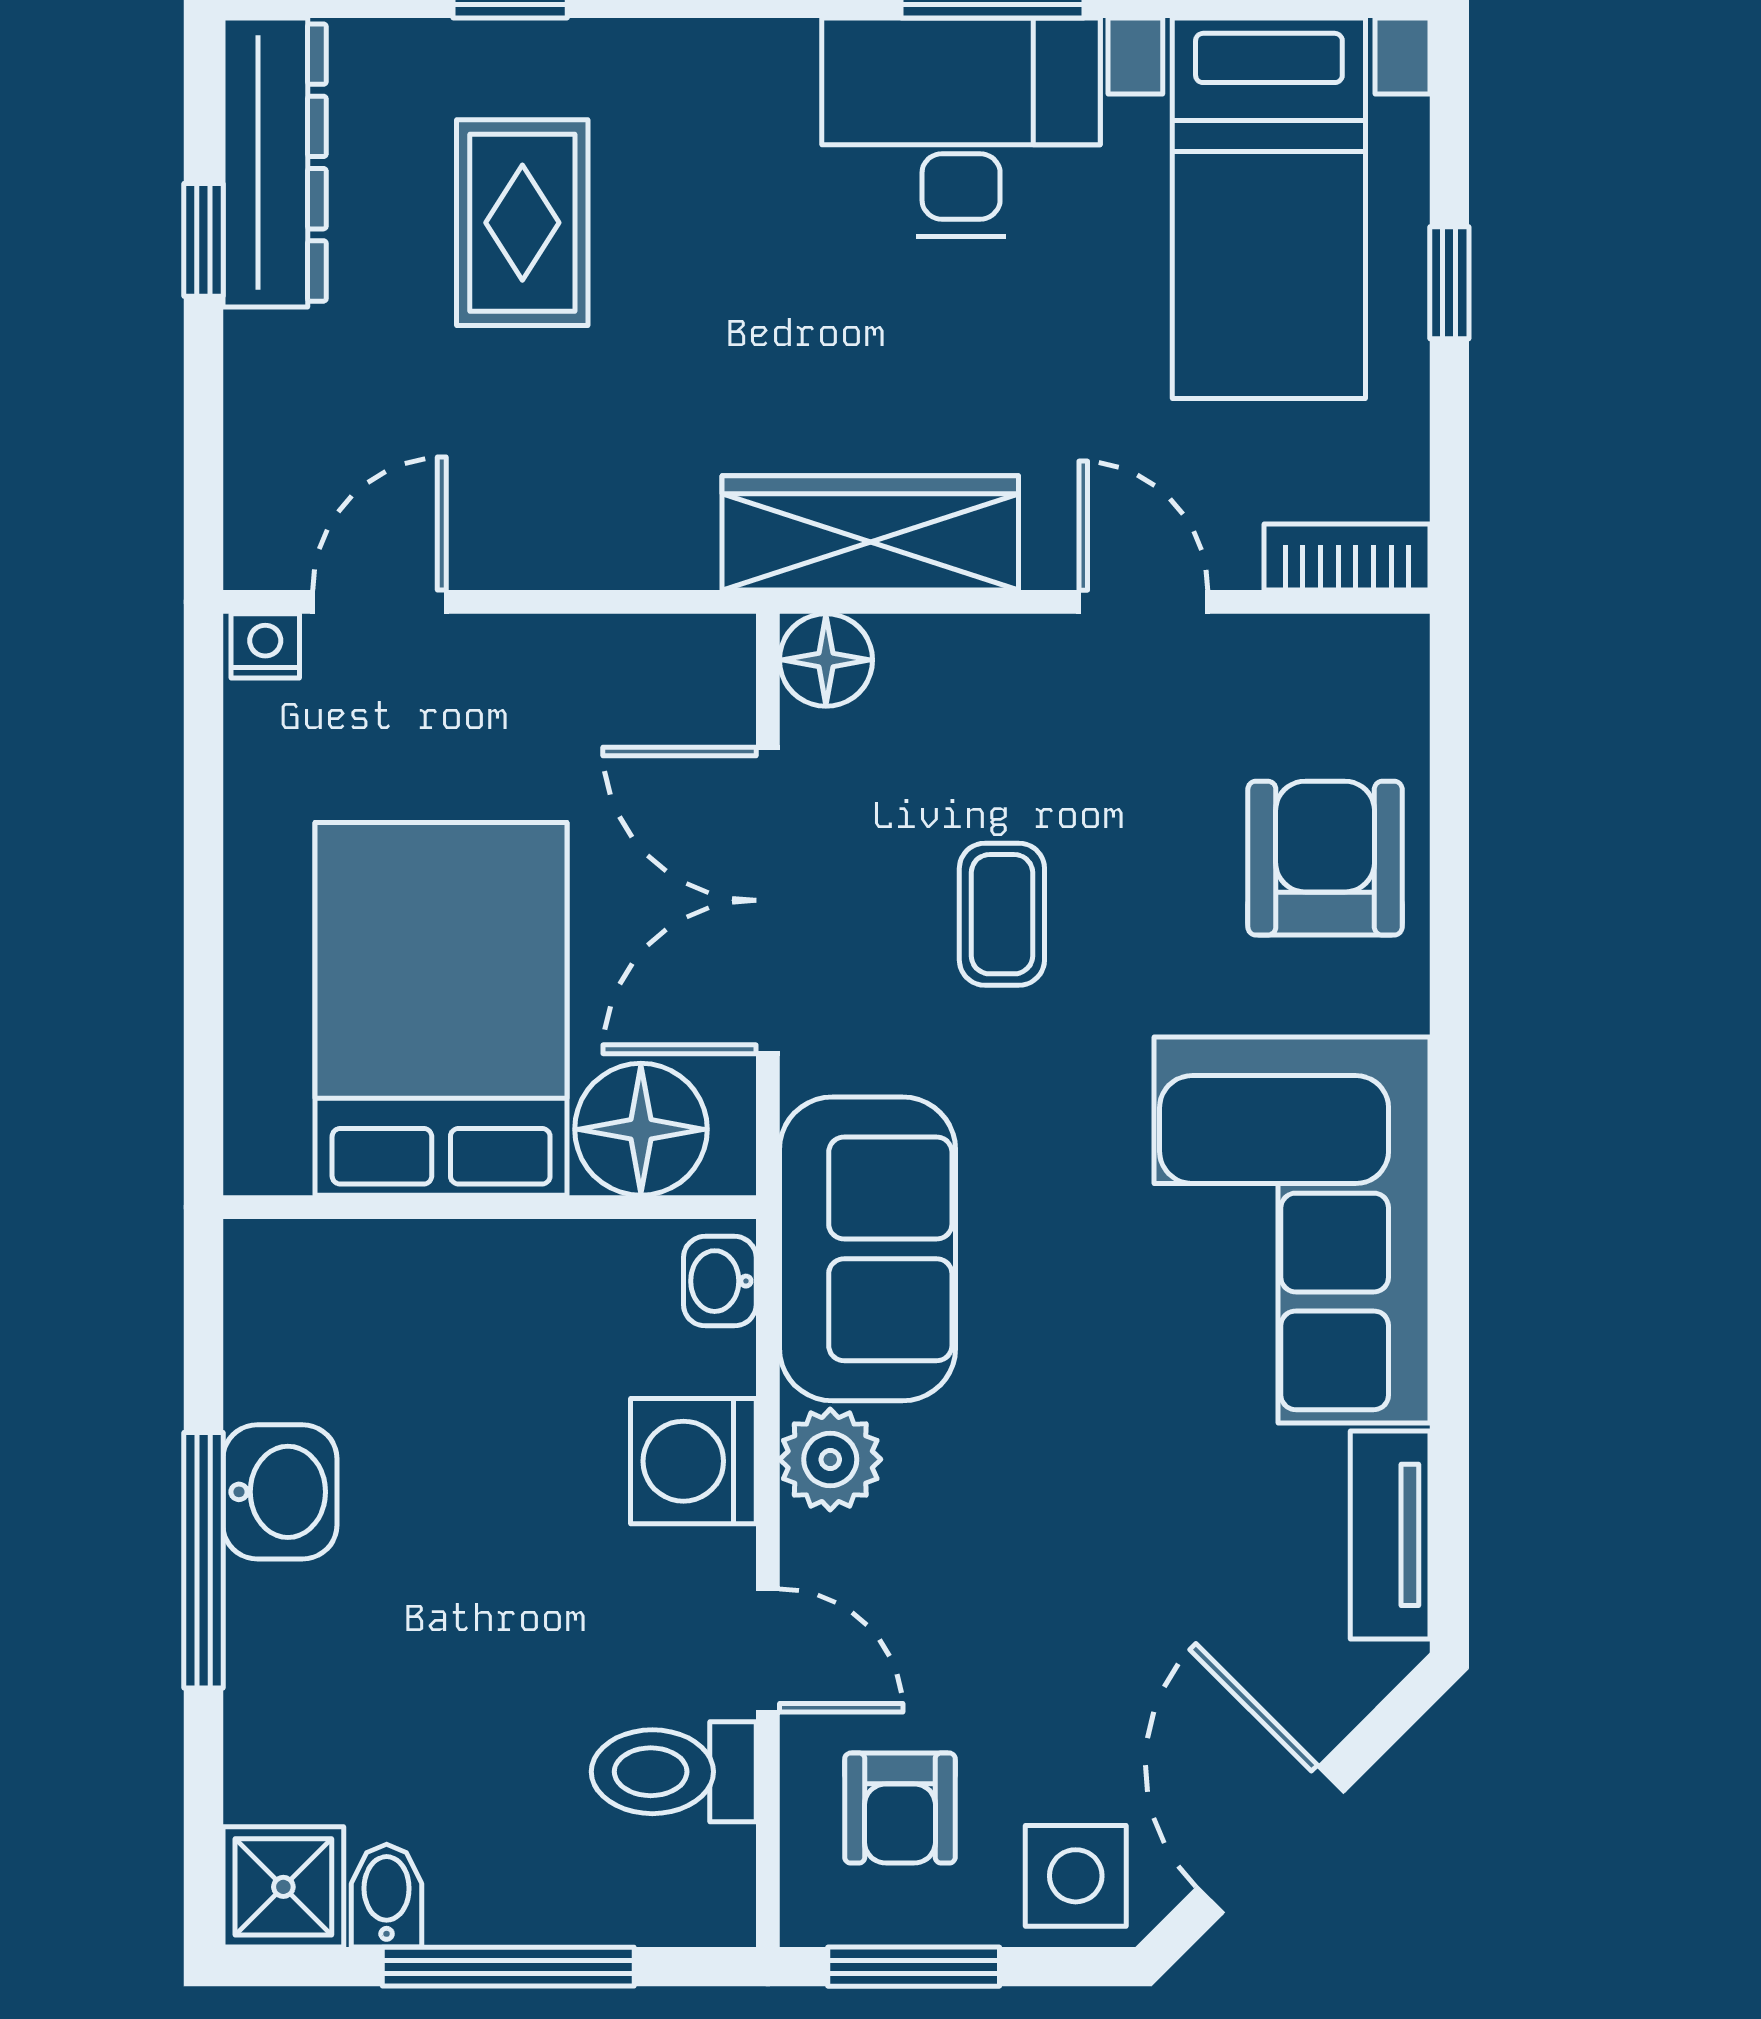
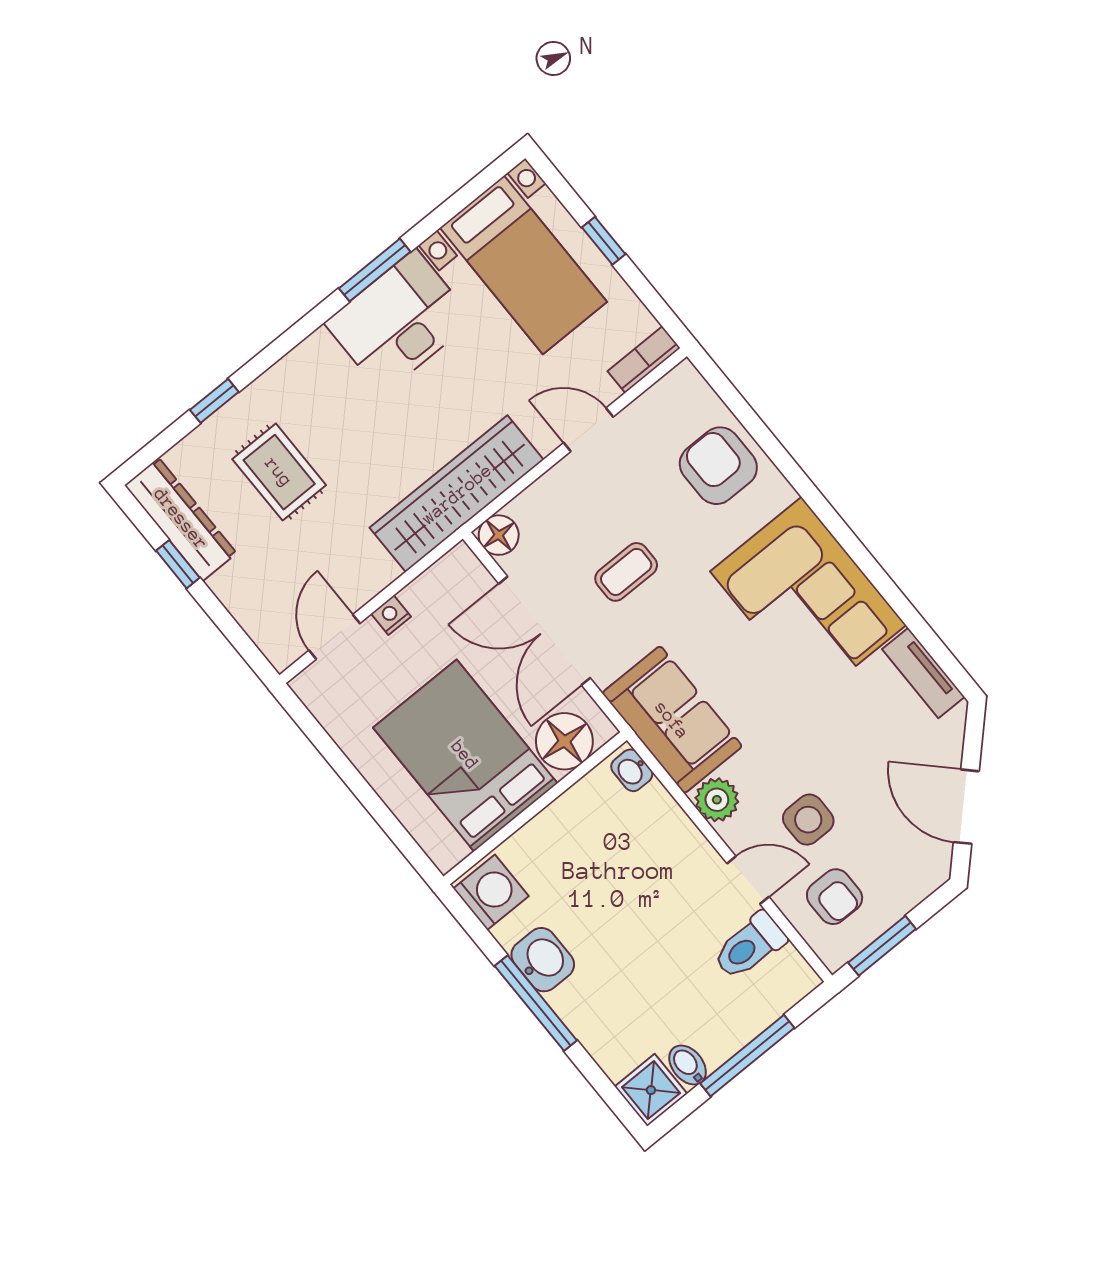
wardrobe: (870, 533) -> (457, 494), width x1.40, depth x1.17
nightstand: (265, 646) -> (391, 615), moved
coffee table: (1002, 914) -> (626, 572), turned 90
washing machine: (693, 1461) -> (491, 892), moved, turned 180
side table: (1076, 1876) -> (808, 820), moved

